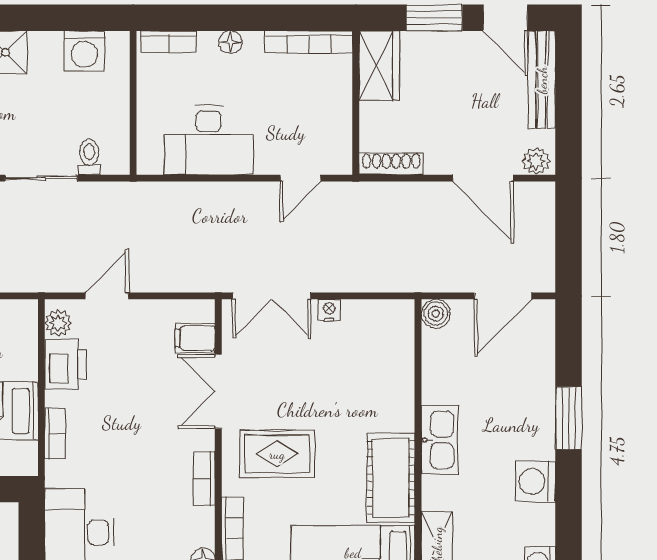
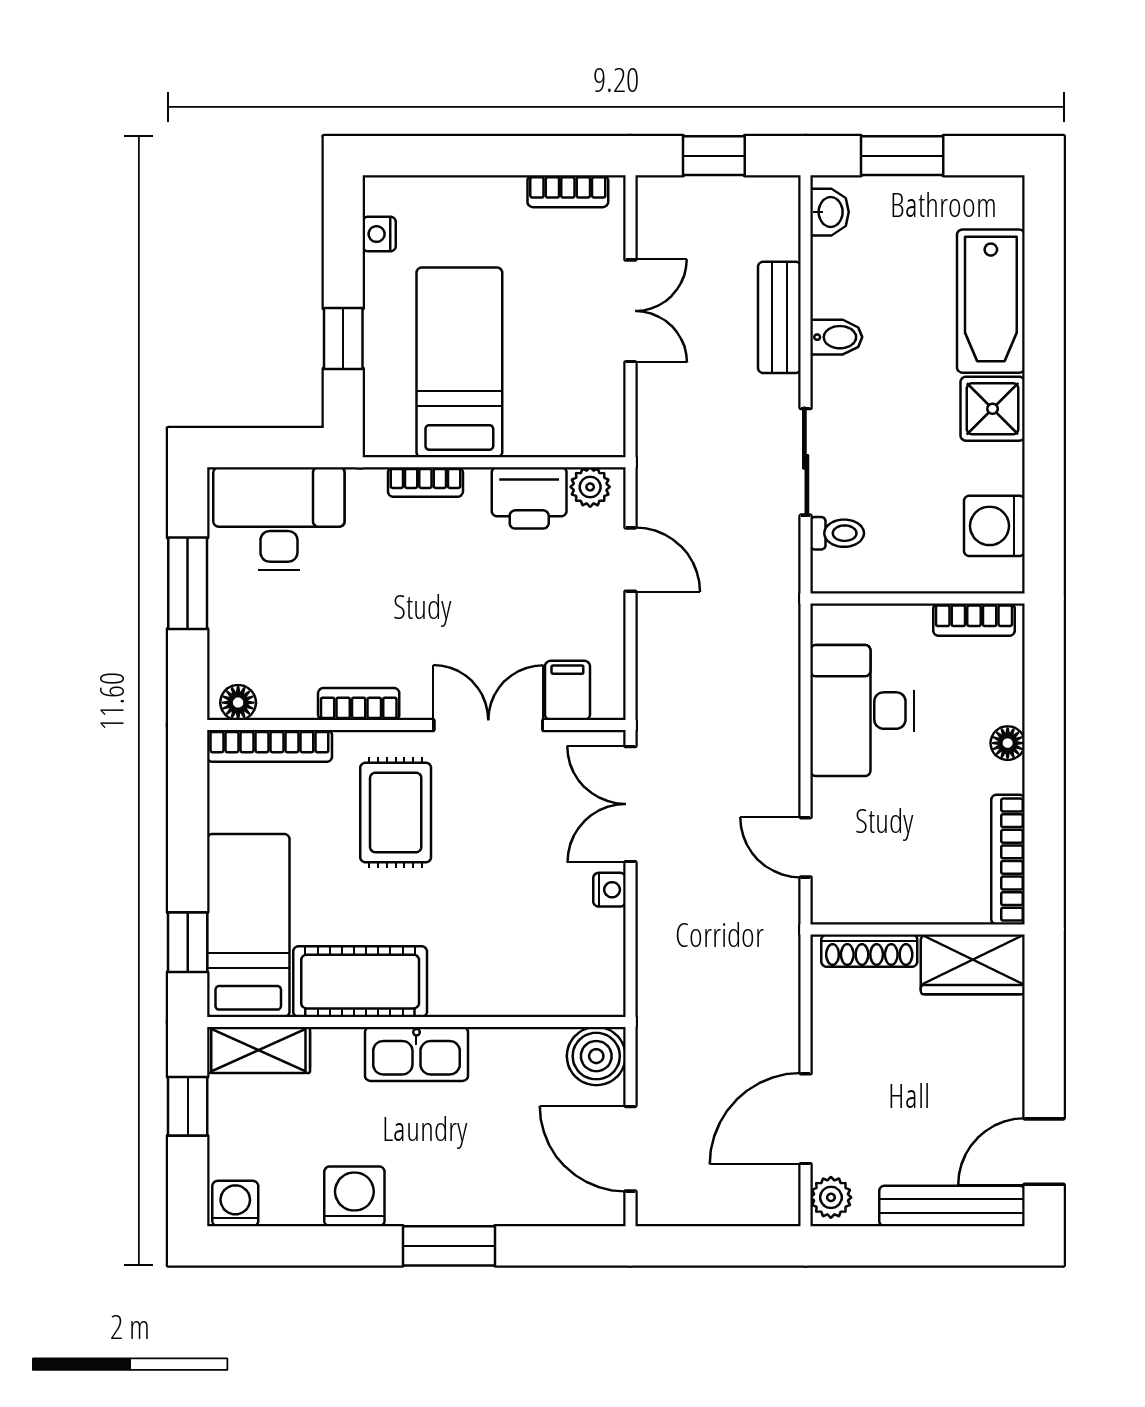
window: (434, 18) -> (1044, 1046), removed
bookcase: (169, 42) -> (974, 620), moved, turned -90
shoe rack: (391, 164) -> (869, 951), moved, turned 90
boiler: (436, 314) -> (596, 1056), width x1.36, depth x1.36

